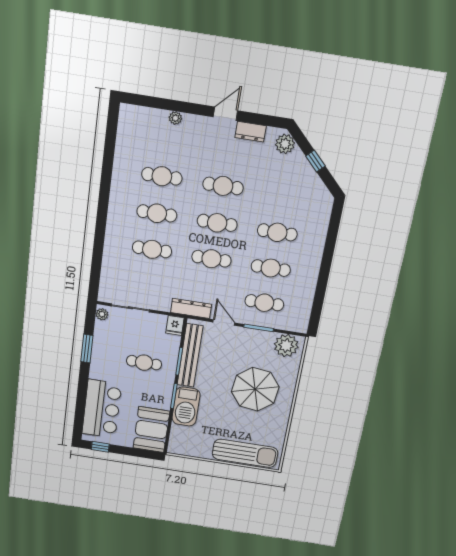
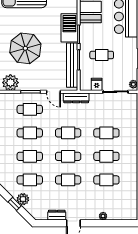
plant: (285, 144) -> (23, 199), moved
cafe table: (284, 196) -> (30, 180), added
fridge: (175, 325) -> (97, 84), moved

